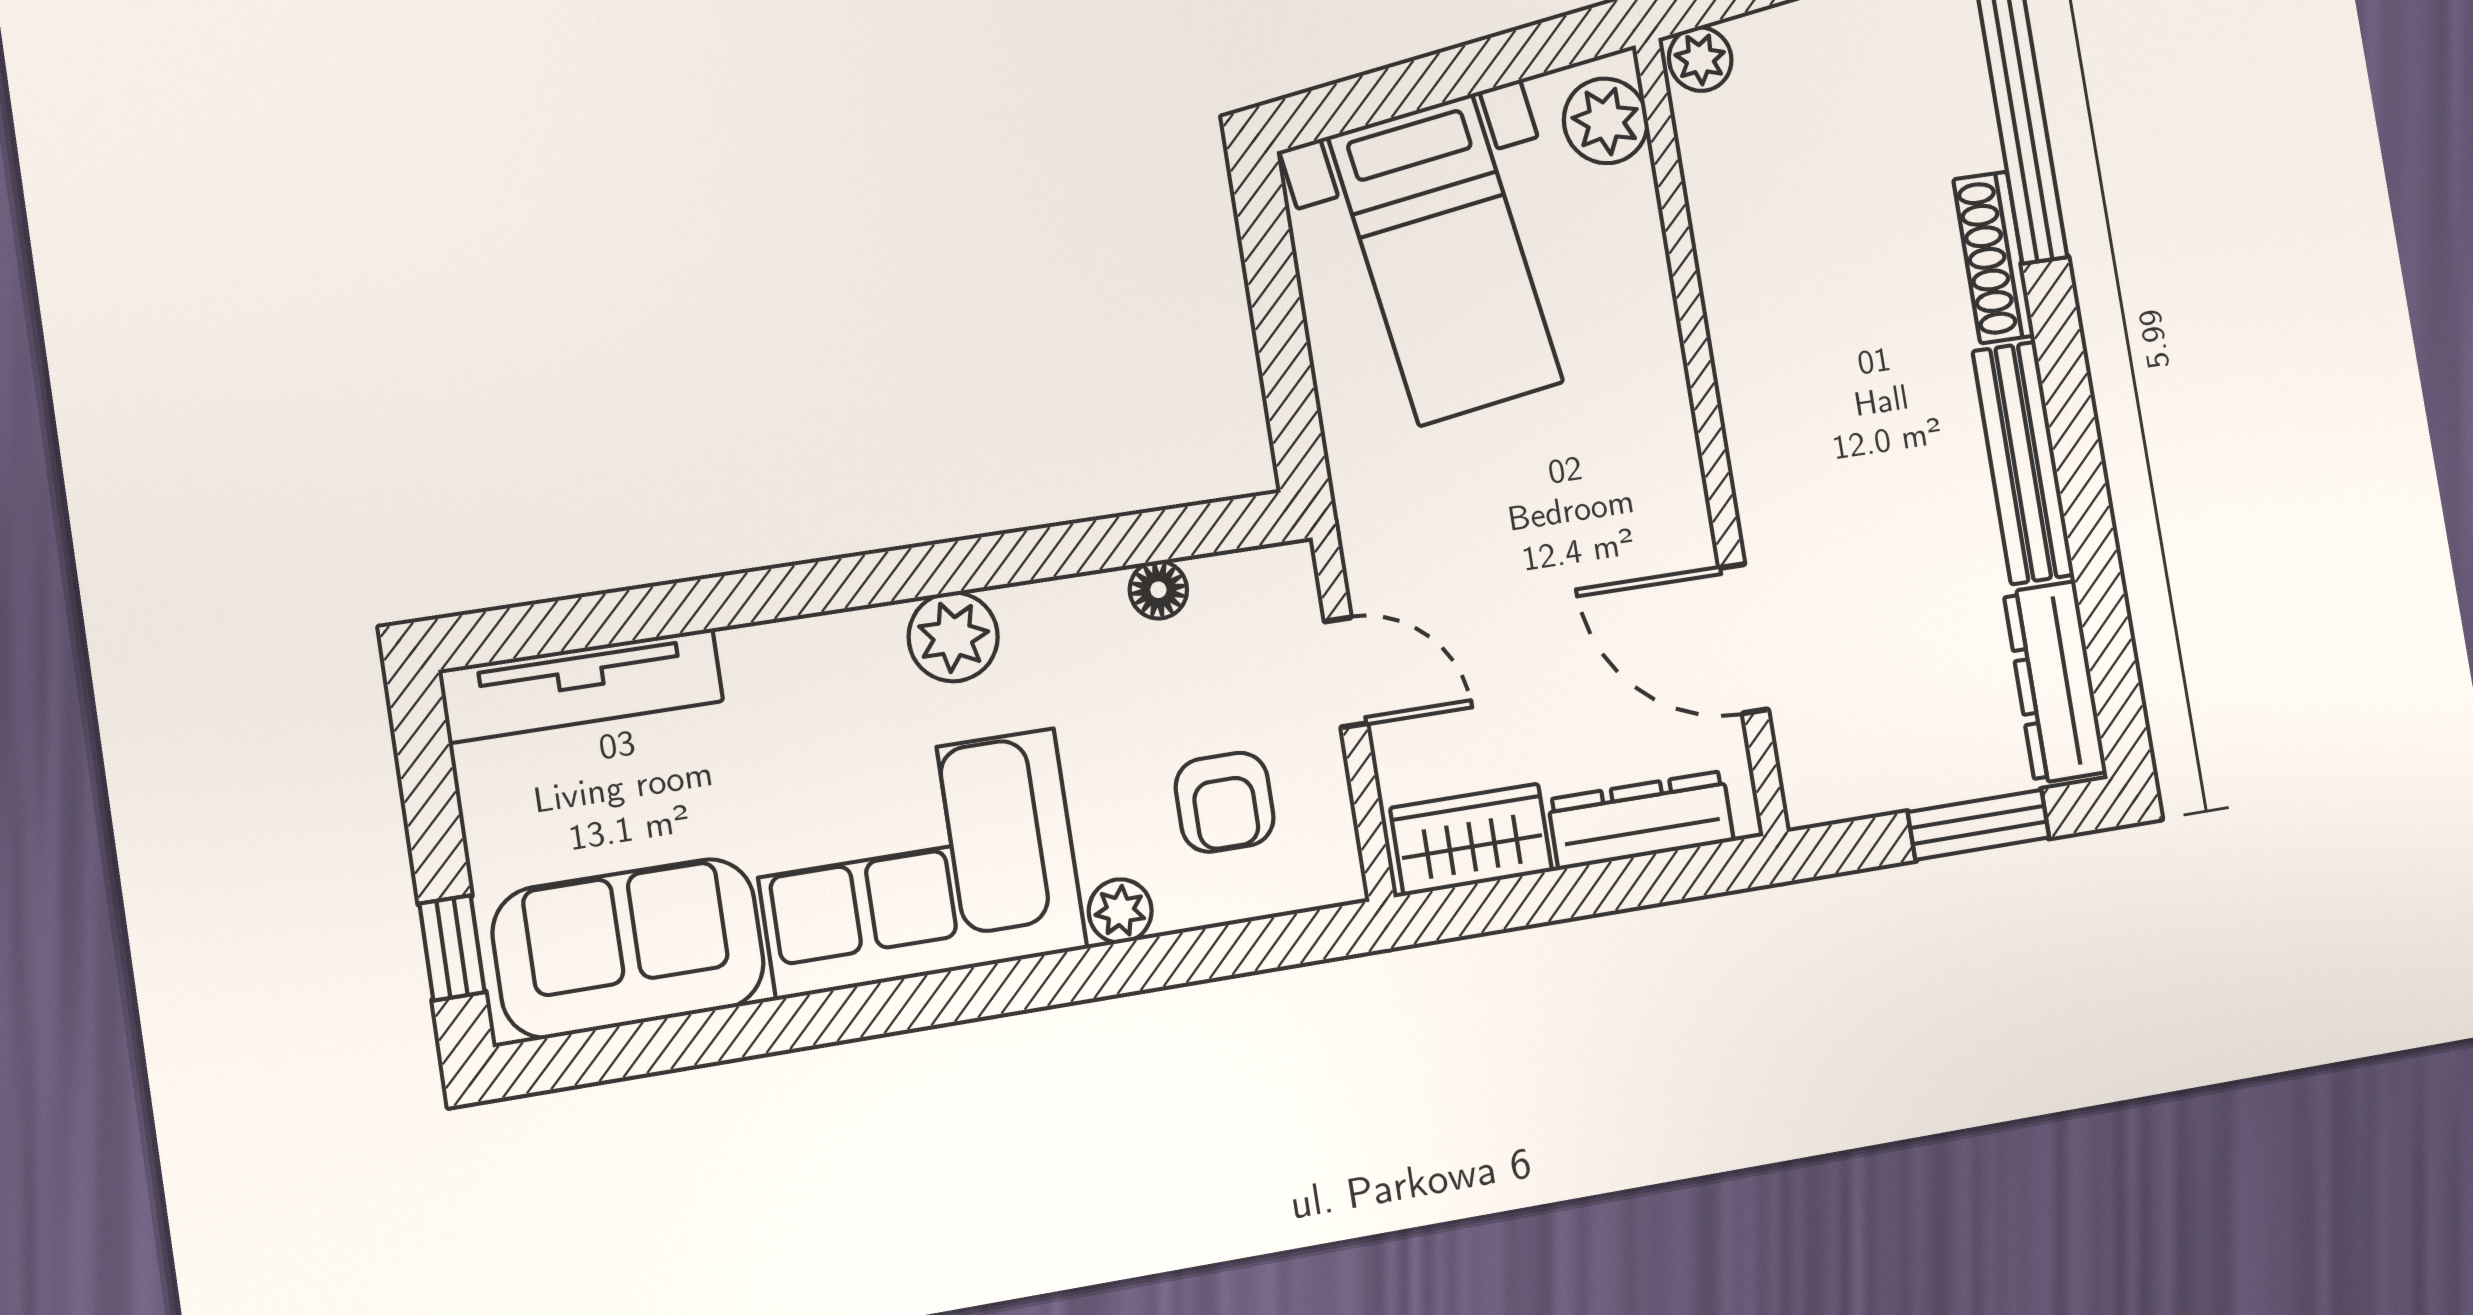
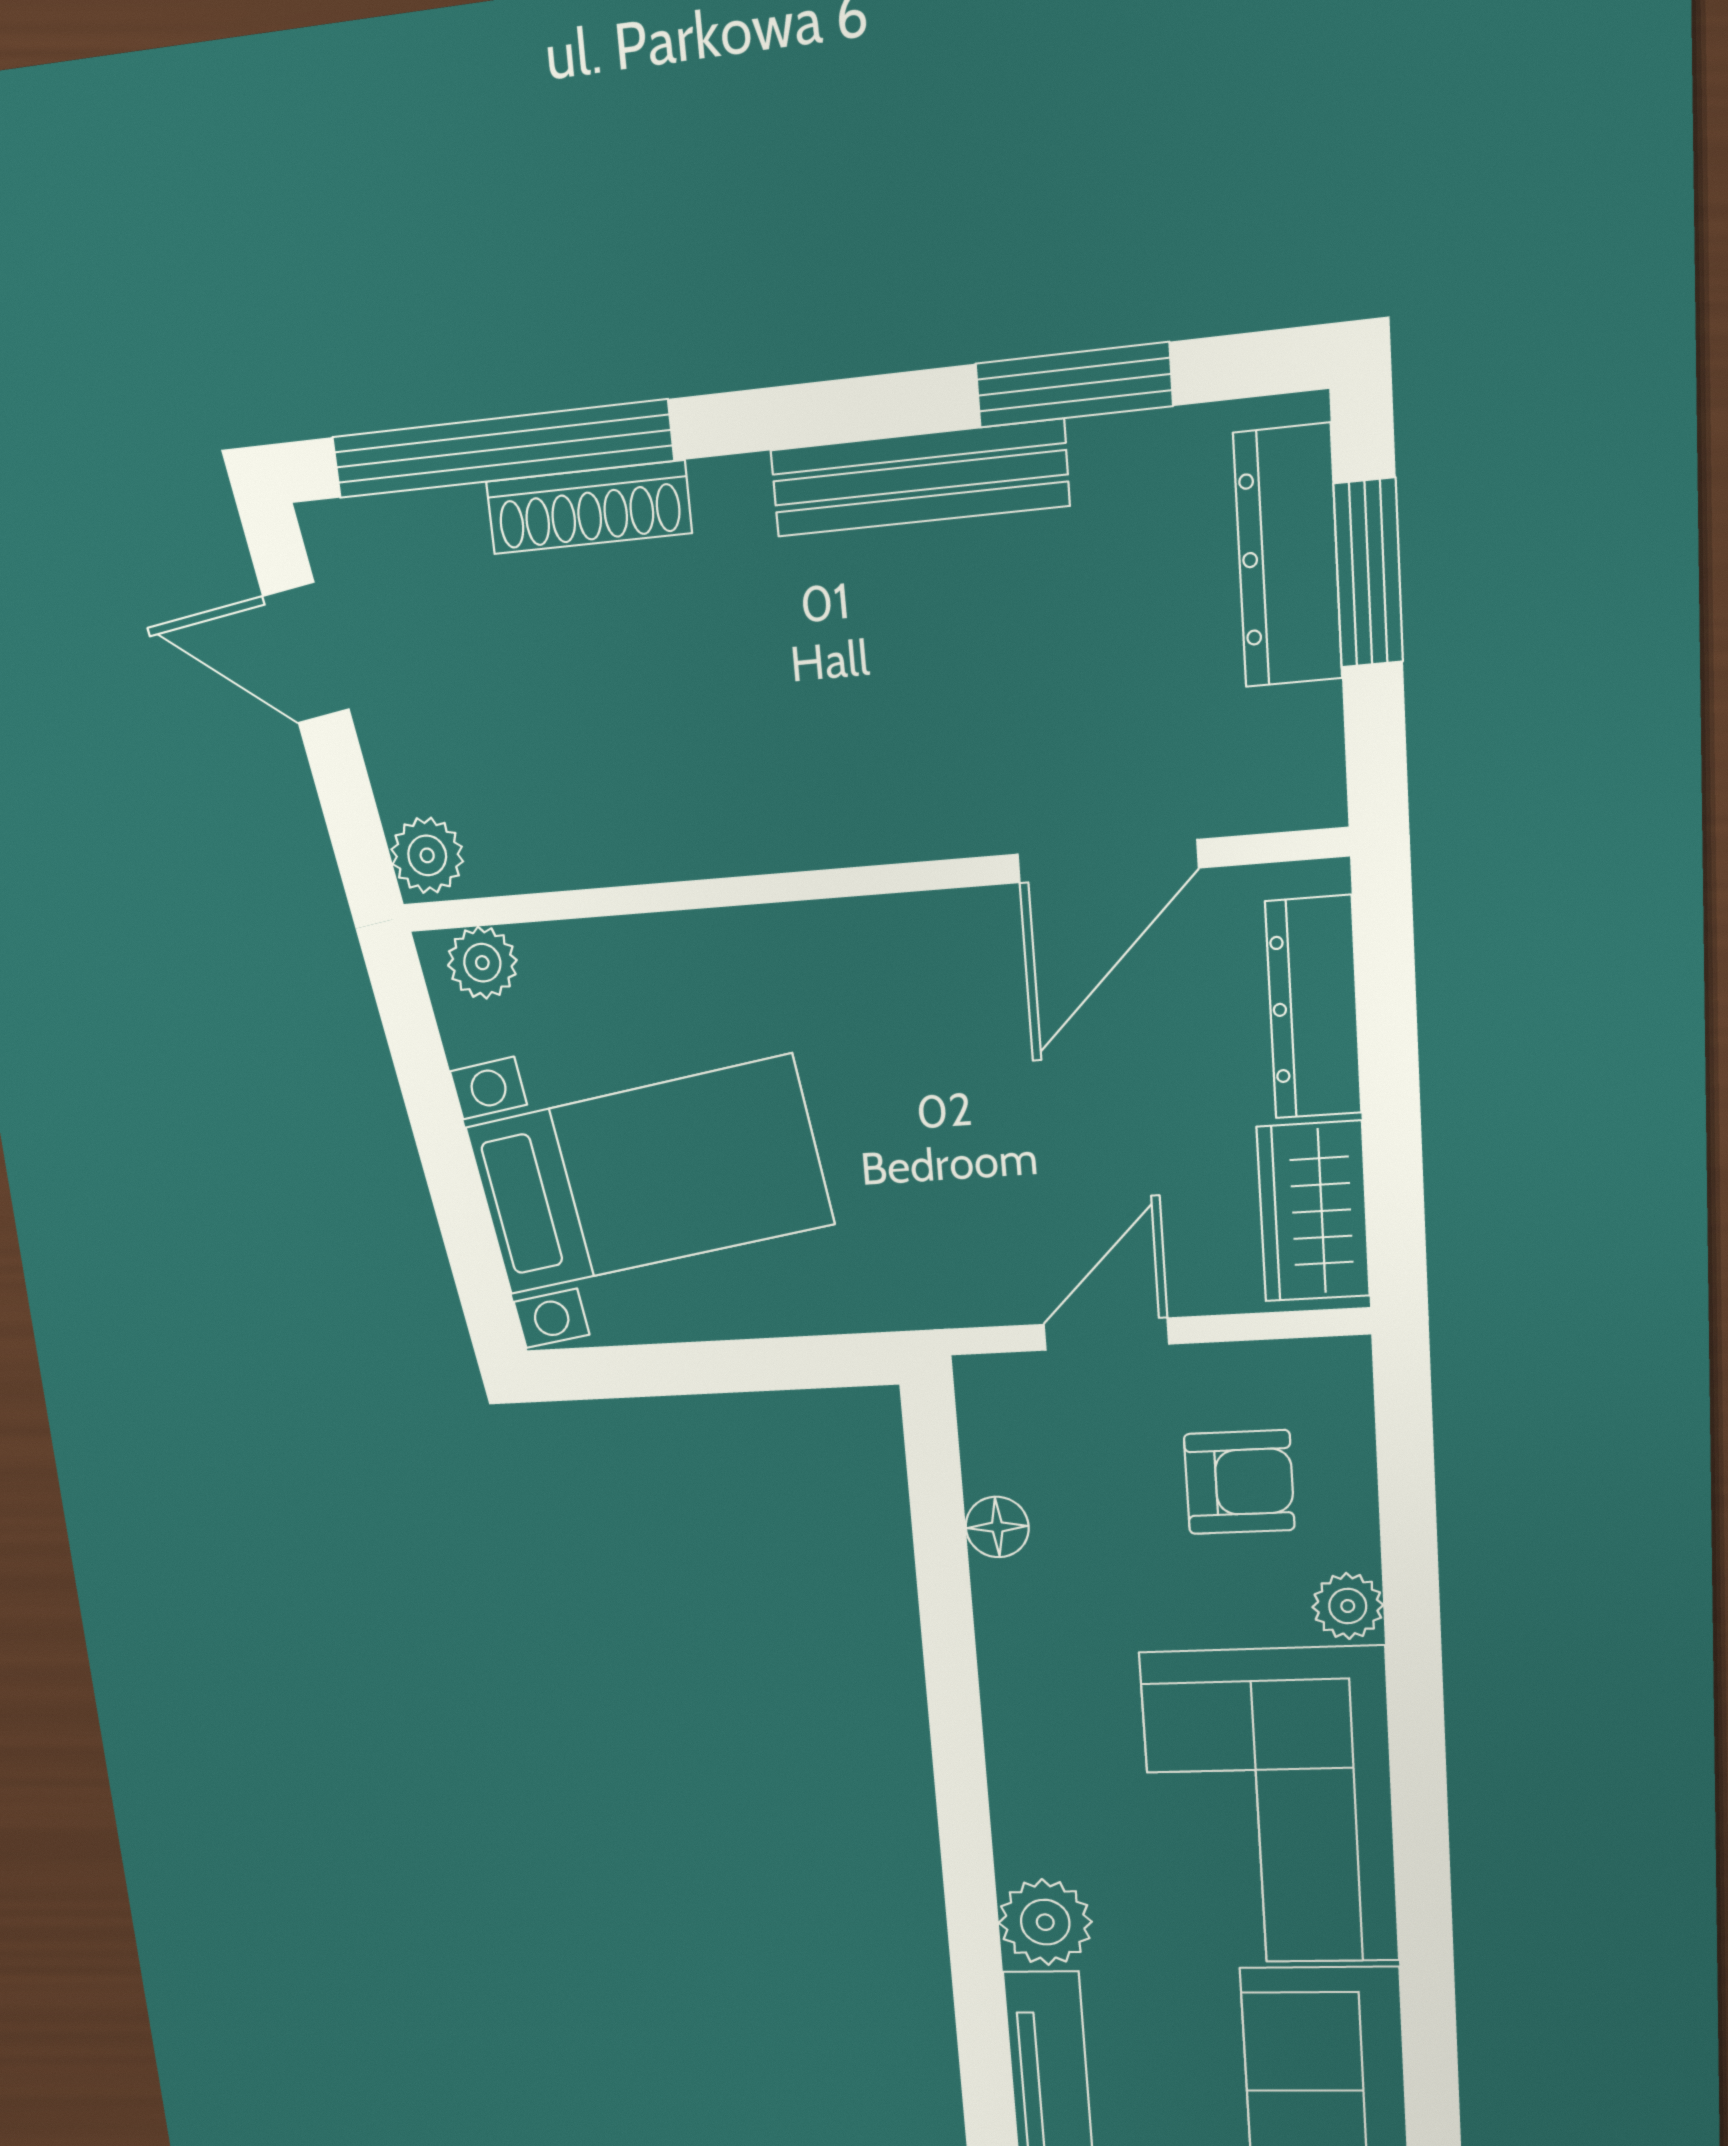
plant: (1606, 121) -> (482, 963), width x0.73, depth x0.73
shoe rack: (1994, 257) -> (589, 507), moved
window: (2098, 581) -> (1074, 385), added
plant: (953, 637) -> (1045, 1922), moved
dresser: (2055, 682) -> (1288, 556), moved, turned 90

